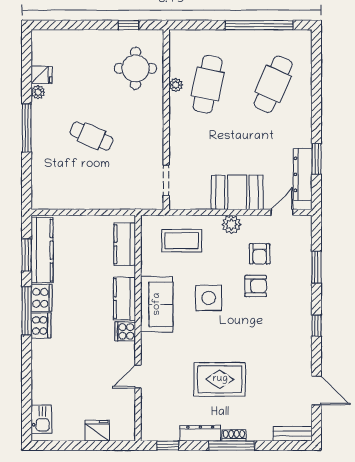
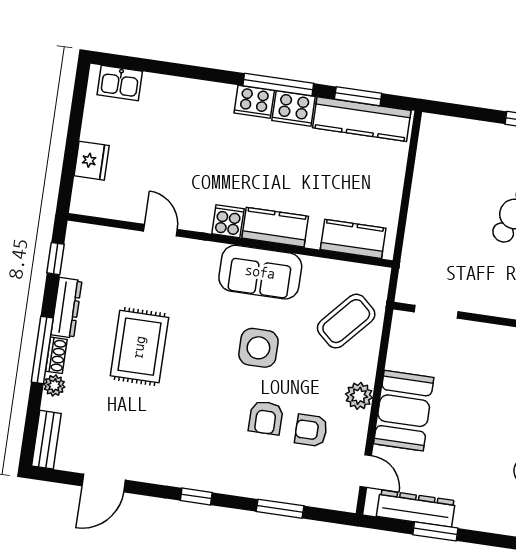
coffee table: (182, 241) -> (346, 321), turned 42
plant: (255, 434) -> (54, 385), added

